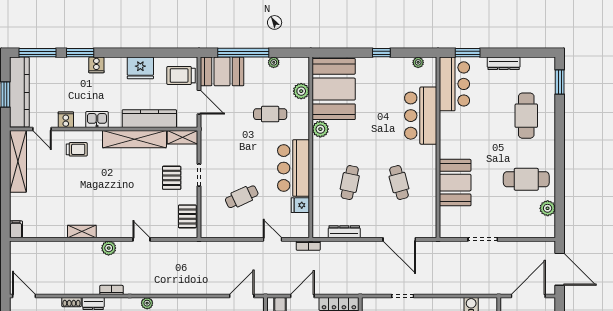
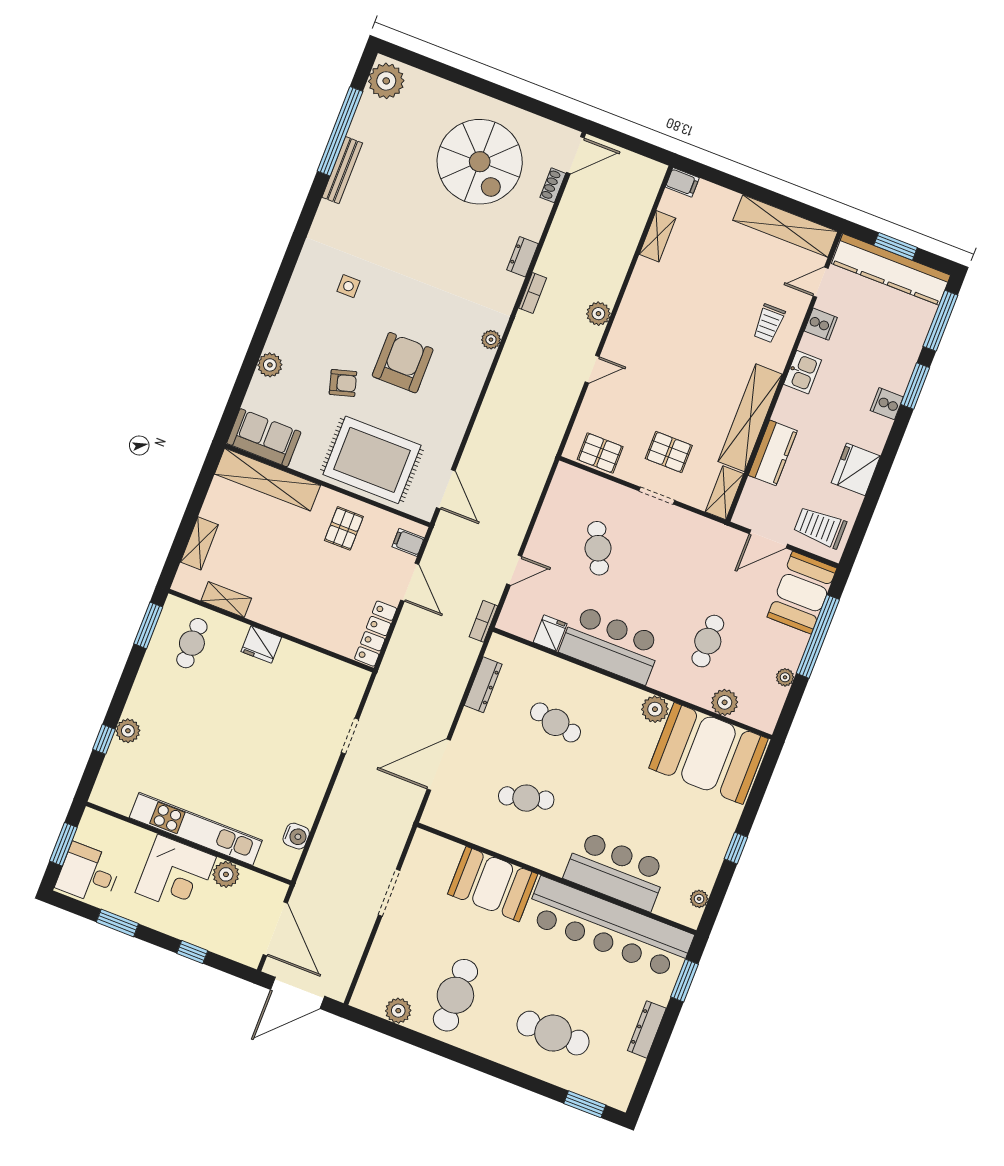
trolley: (181, 75) -> (820, 527), turned -90
bar counter: (454, 84) -> (609, 928), width x1.86
kitchen counter: (149, 119) -> (773, 453), width x0.67
shelving: (82, 232) -> (658, 236), moved
shoe rack: (71, 302) -> (553, 185), moved

